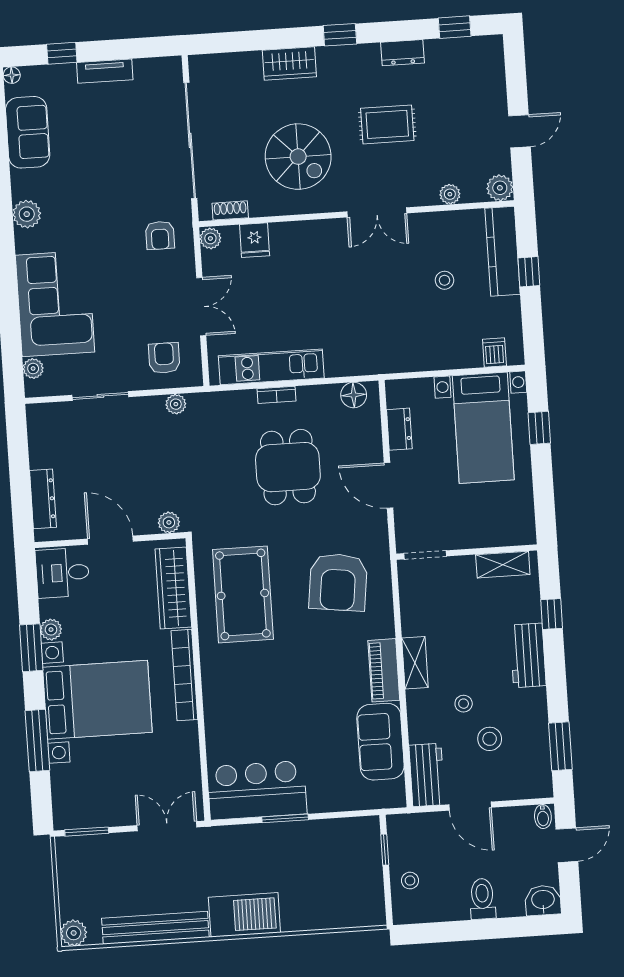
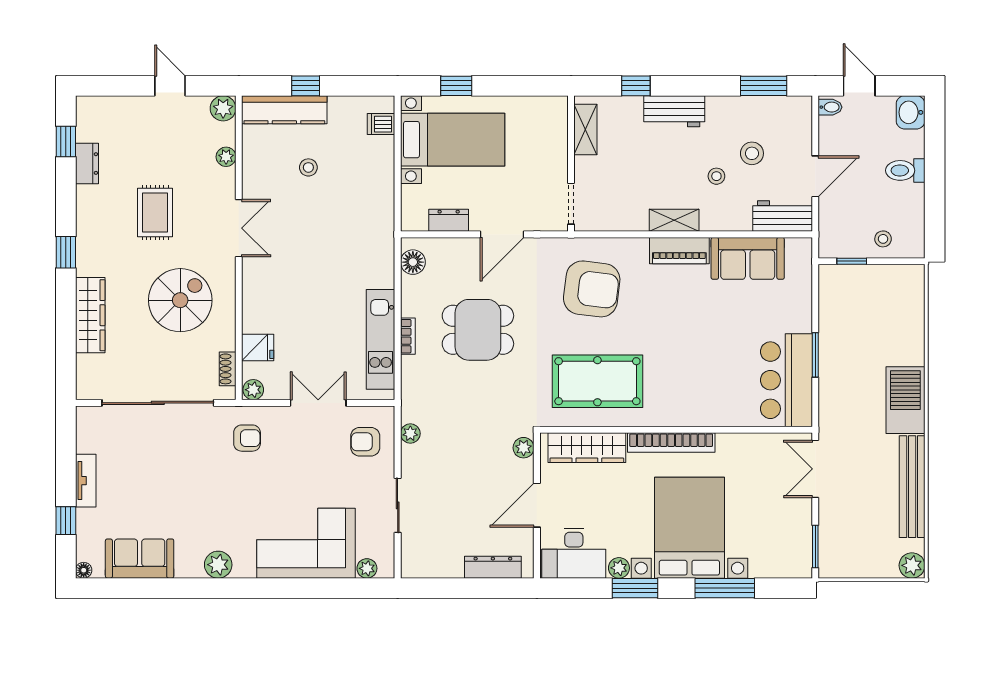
dresser: (402, 53) -> (87, 164), moved
wardrobe: (289, 63) -> (90, 315), width x1.50
desk: (62, 573) -> (574, 553), width x1.37

